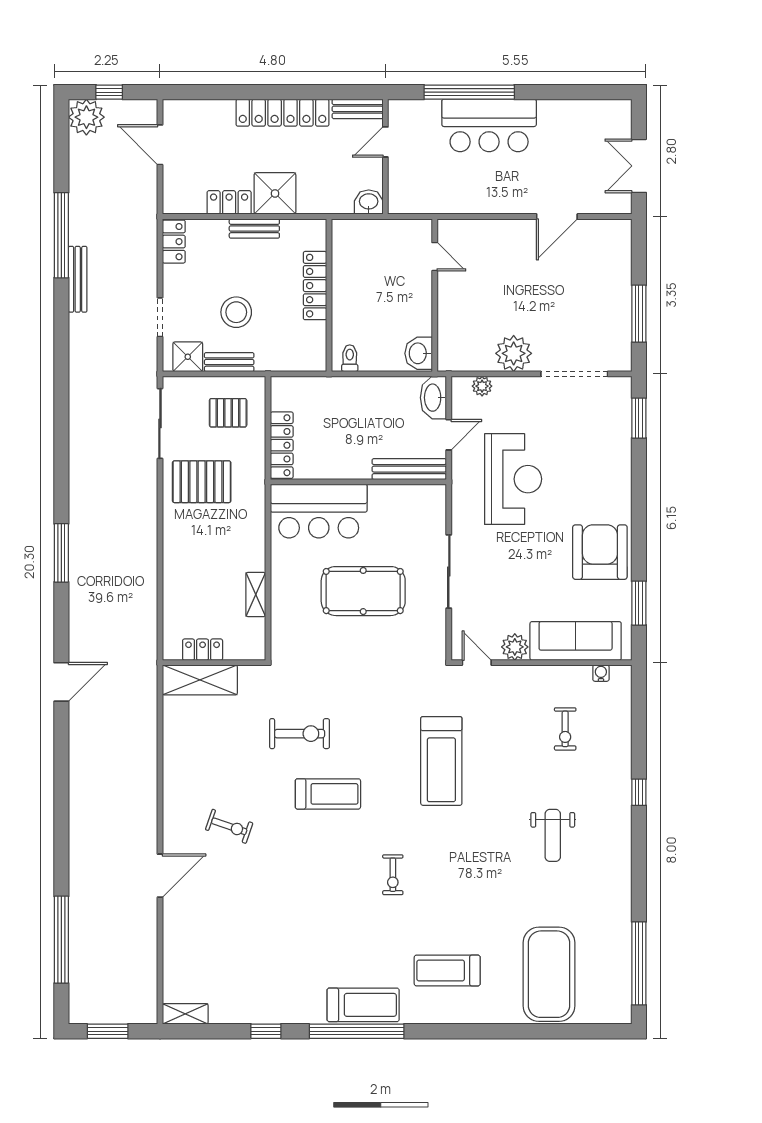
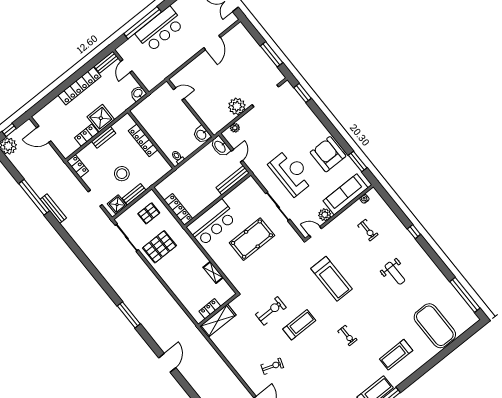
reception desk: (513, 479) -> (291, 173), moved

